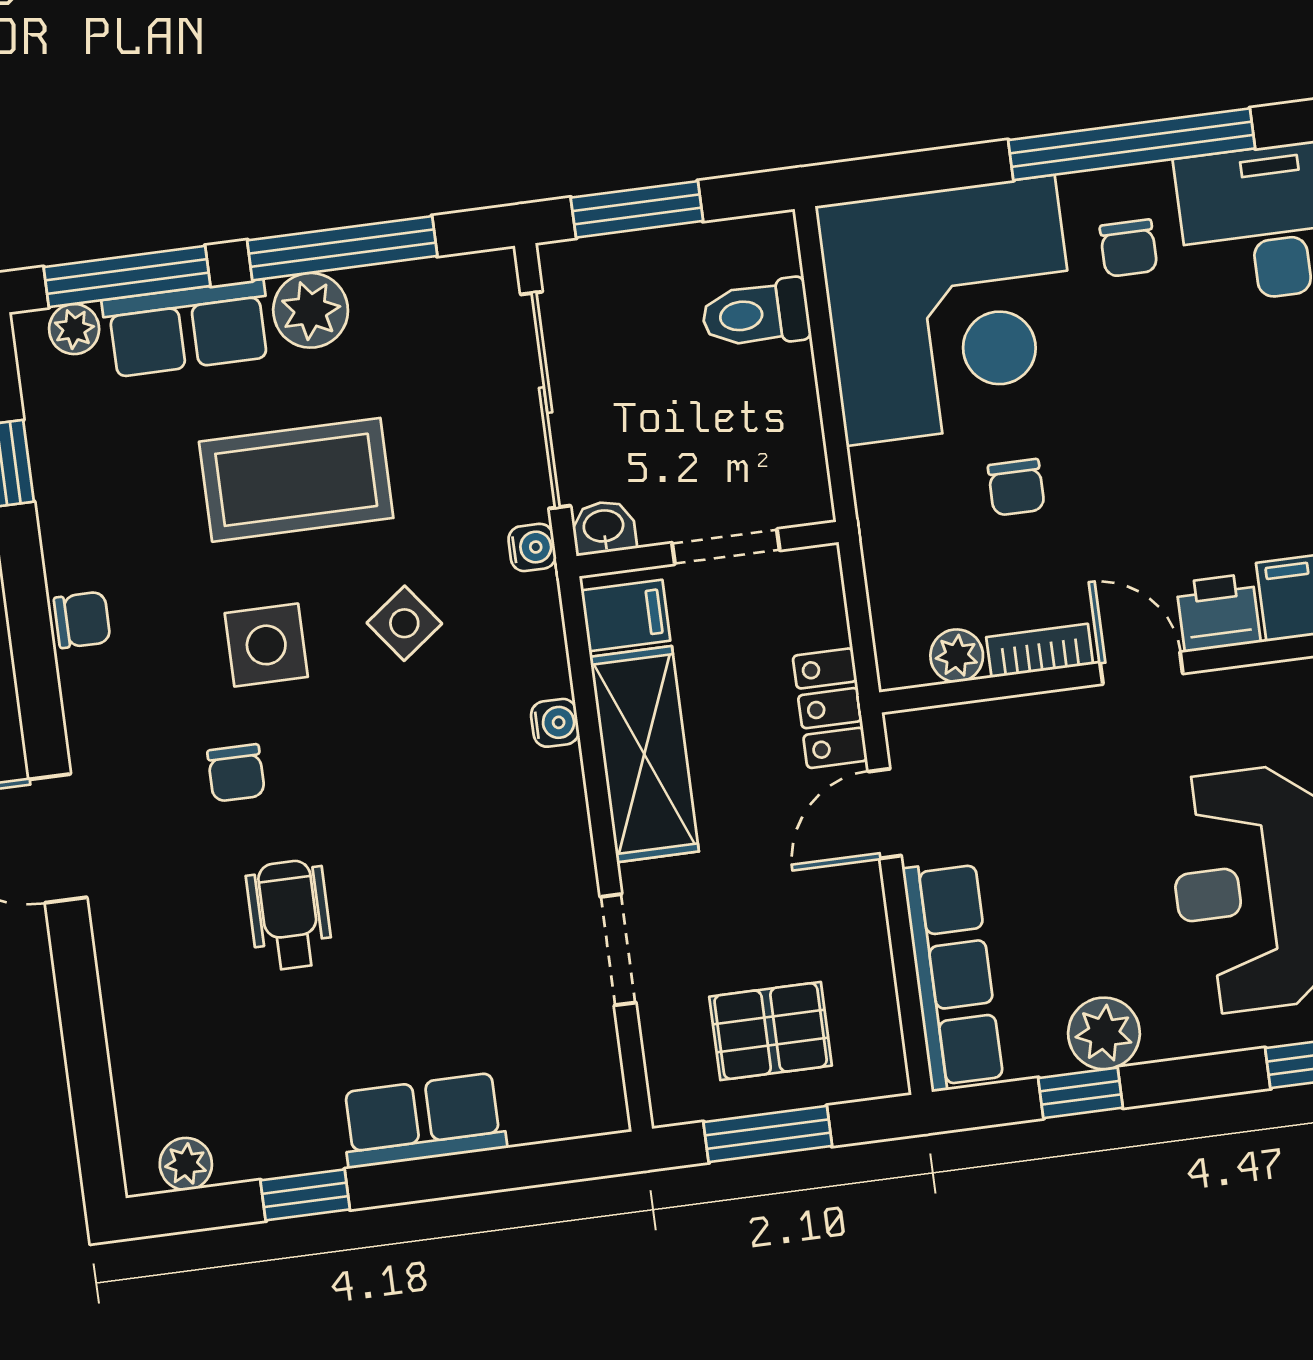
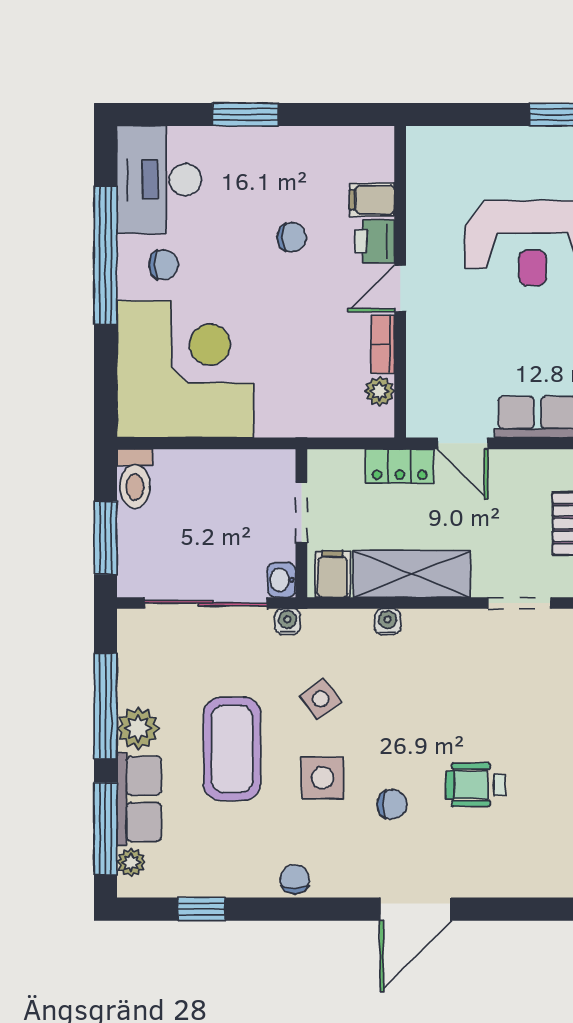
toilet: (756, 314) -> (135, 479), moved
chair: (1016, 487) -> (292, 237), moved

